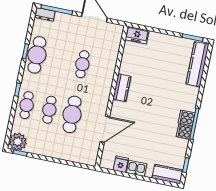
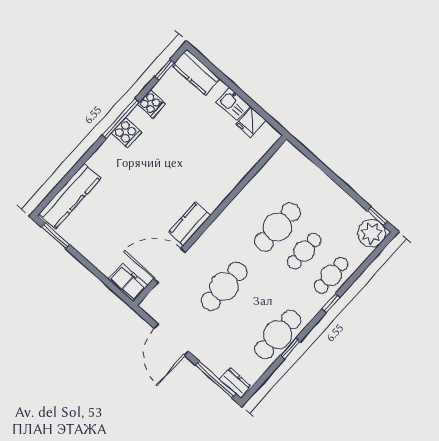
cafe table: (82, 64) -> (224, 286), width x1.37, depth x1.35
door: (105, 129) -> (169, 265), moved
cooker: (184, 132) -> (151, 104), moved

